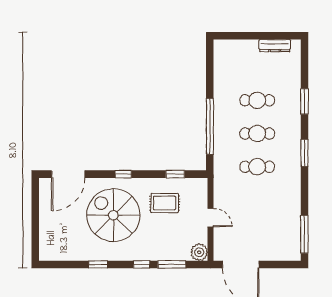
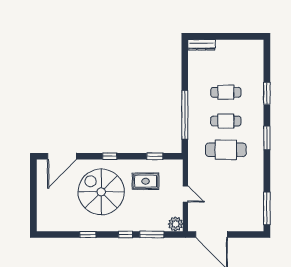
dresser: (275, 46) -> (202, 45), moved
cafe table: (257, 167) -> (226, 150), width x1.37, depth x1.35

